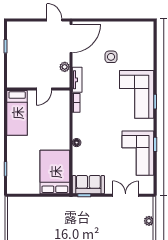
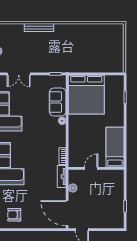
armchair: (131, 37) -> (14, 215), added
door: (71, 38) -> (67, 213), hinge flipped
side table: (111, 57) -> (32, 197), removed
bed: (55, 172) -> (86, 95), width x1.36
sofa: (88, 185) -> (58, 102), moved, turned 90

